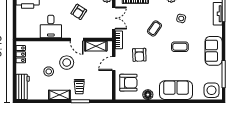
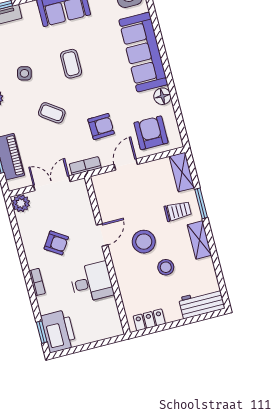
shelving: (96, 46) -> (182, 172), moved
door: (114, 63) -> (126, 164), swing flipped
sofa: (176, 90) -> (143, 52), width x1.36

